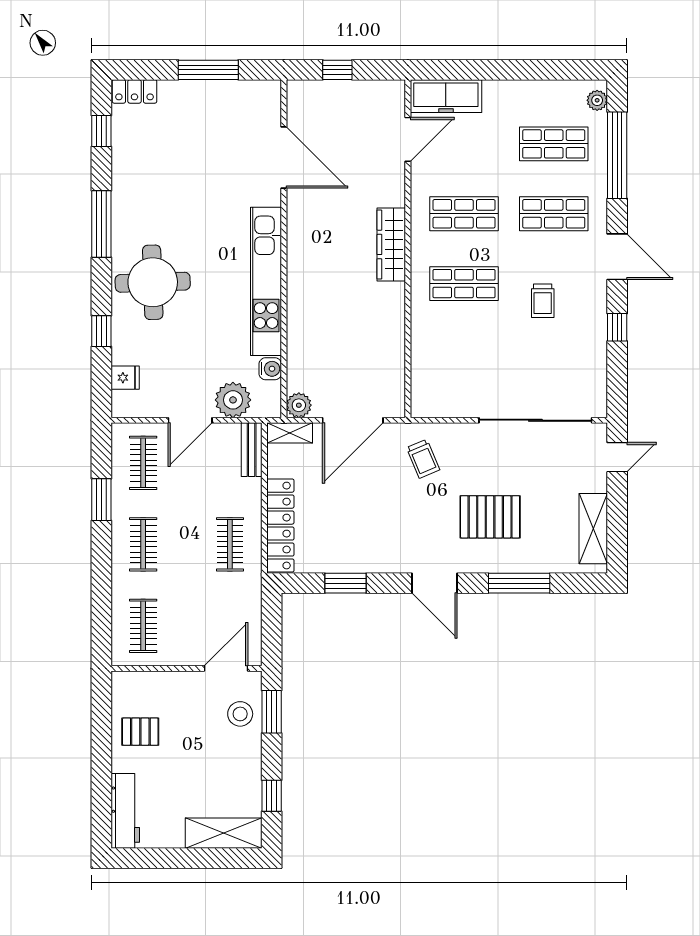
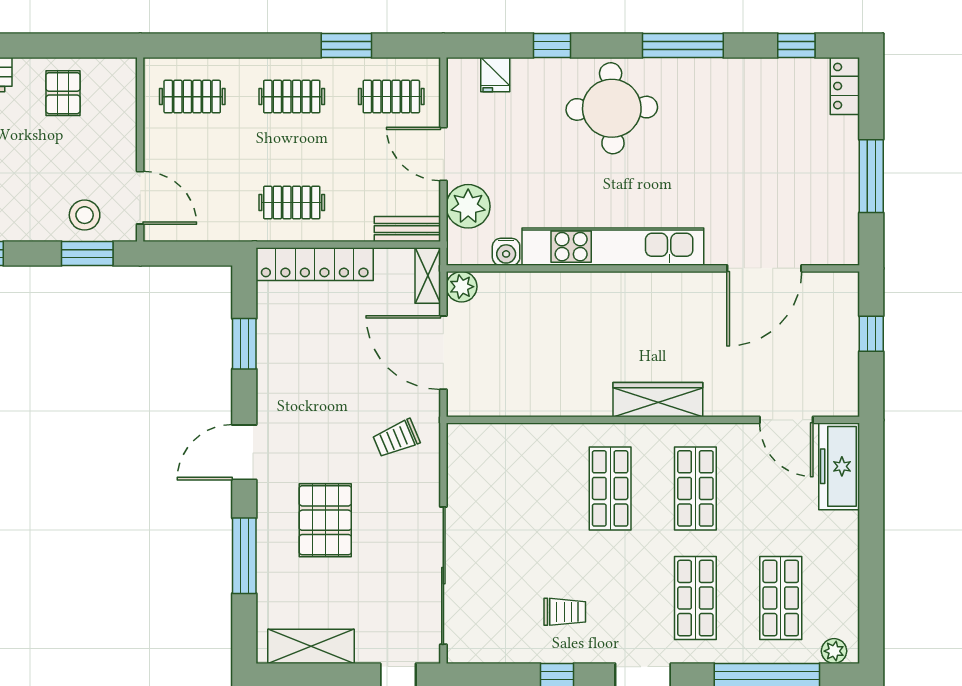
trolley: (543, 301) -> (565, 612), moved, turned 180

